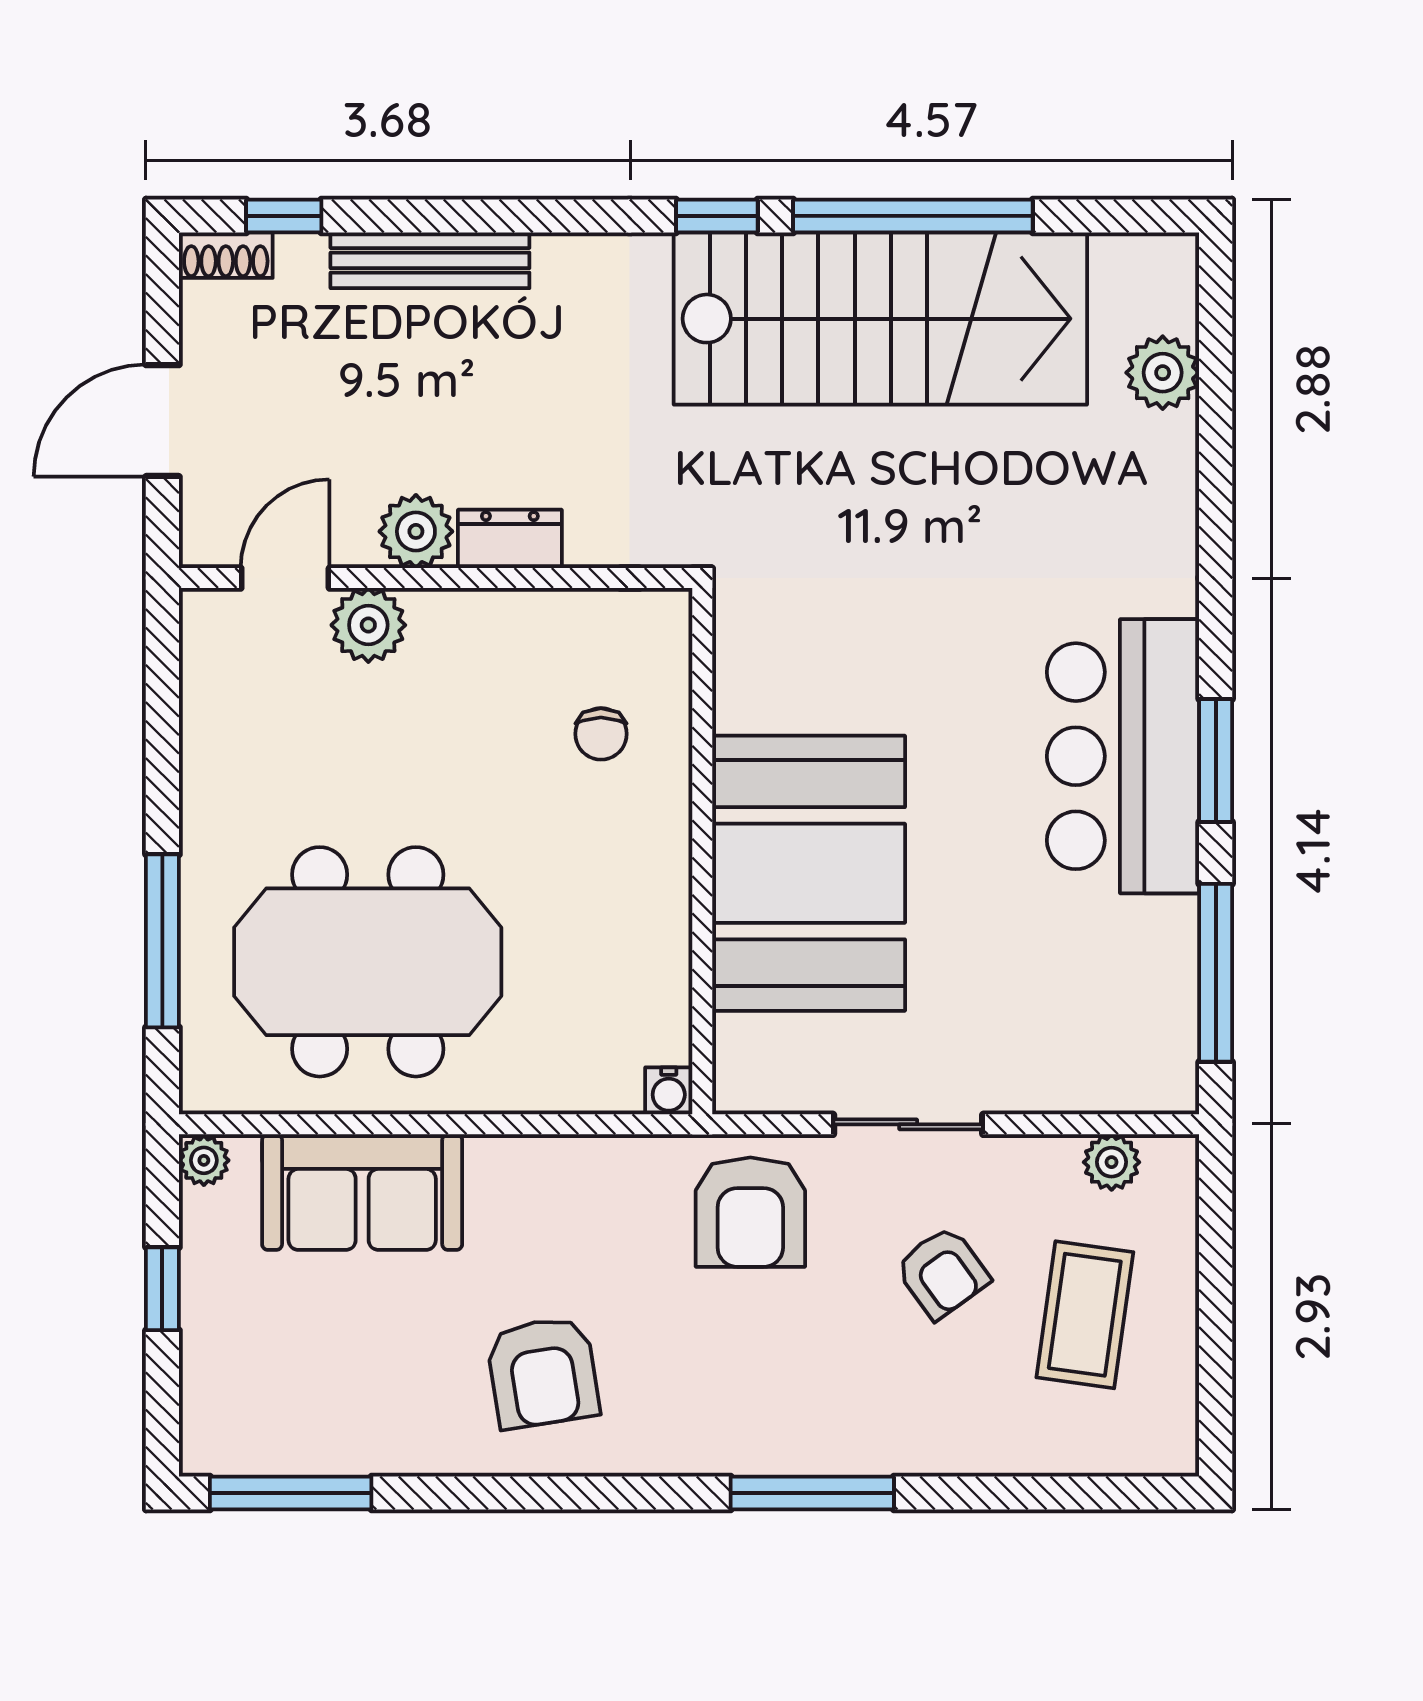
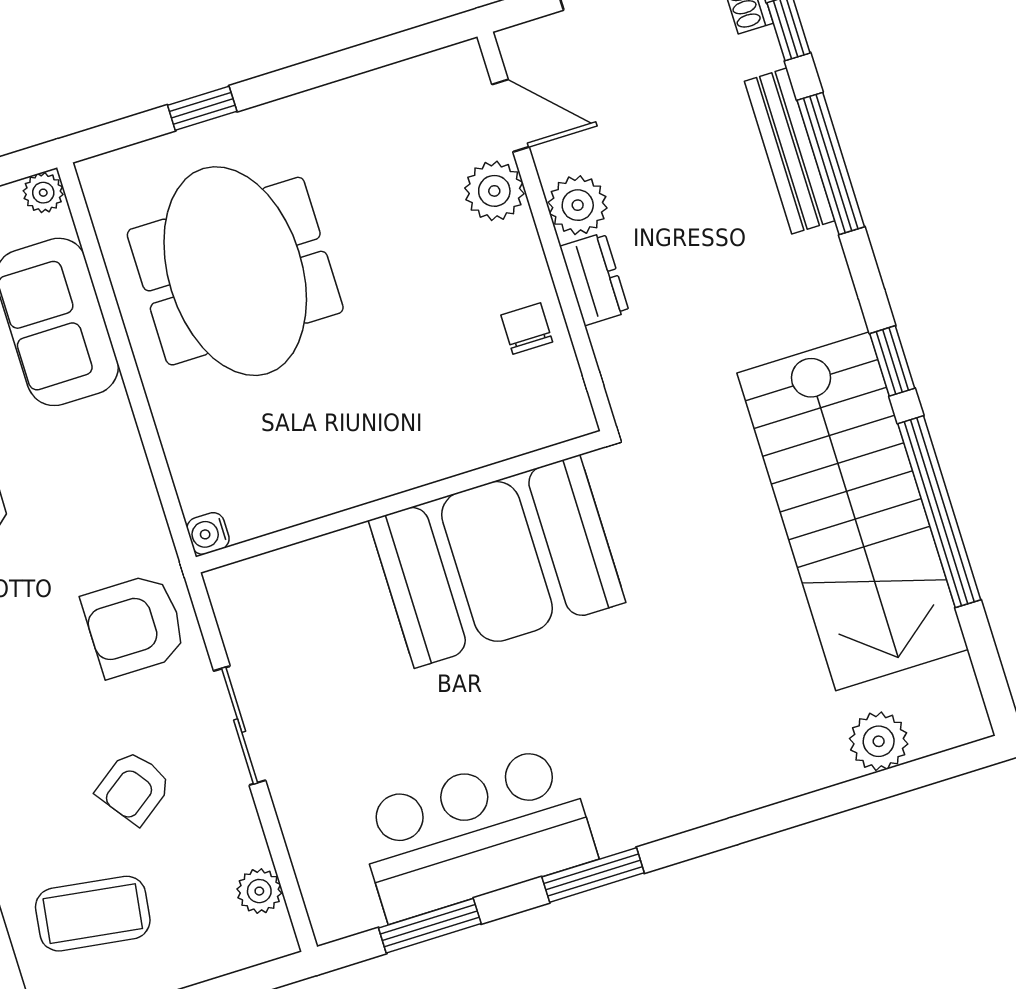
window: (460, 216) -> (831, 164), added
chair: (601, 734) -> (527, 329), moved, turned 90
bar counter: (1123, 756) -> (476, 833), moved
booth: (809, 873) -> (497, 561), moved
window: (162, 941) -> (202, 108), width x0.46
window: (1216, 973) -> (430, 926), width x0.69
coffee table: (1085, 1315) -> (93, 914), moved

